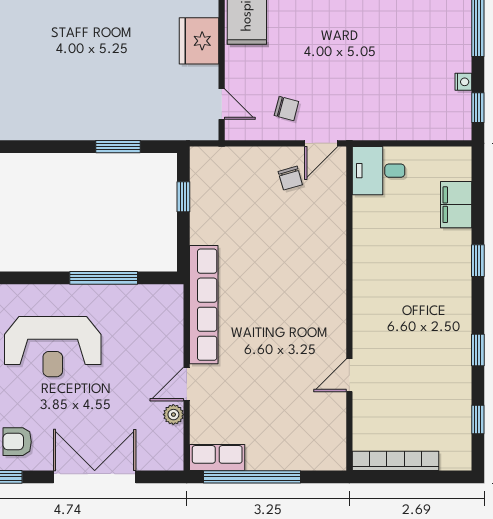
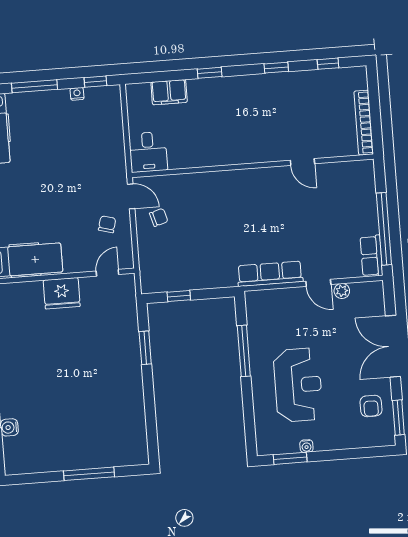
row of seats: (204, 305) -> (270, 274), width x0.73

